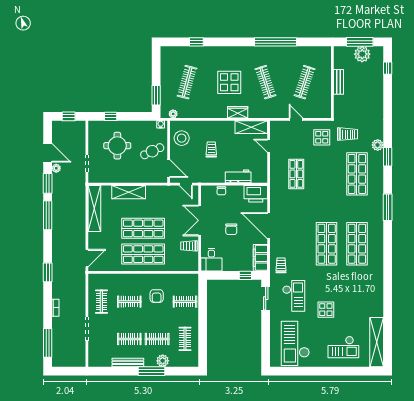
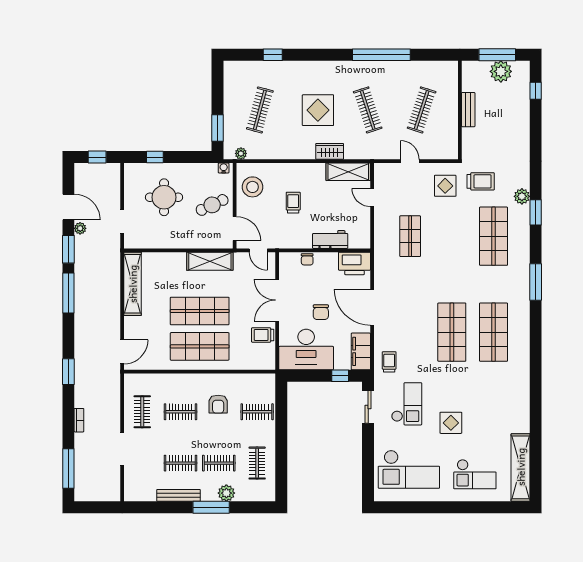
shelving: (129, 192) -> (210, 261), moved
desk: (211, 260) -> (306, 350), width x1.87, depth x1.30
checkout: (295, 343) -> (409, 469), turned -90

